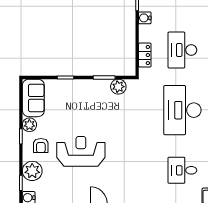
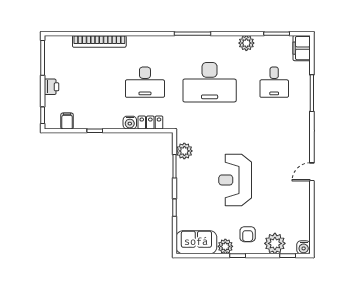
water cooler: (145, 18) -> (130, 123), moved
armchair: (41, 146) -> (248, 234), turned 90
reception desk: (81, 151) -> (235, 180), moved

